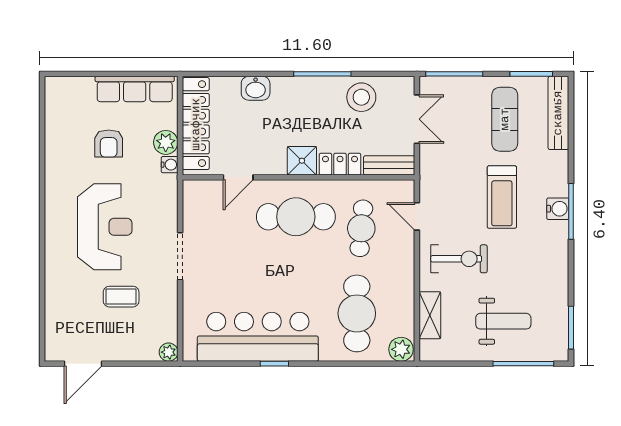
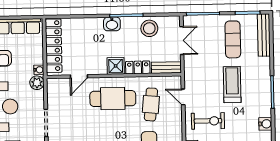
washbasin: (256, 88) -> (112, 24), moved
plant: (166, 142) -> (37, 83), moved
treadmill: (502, 197) -> (232, 85), turned 180
water cooler: (558, 209) -> (265, 124), moved

